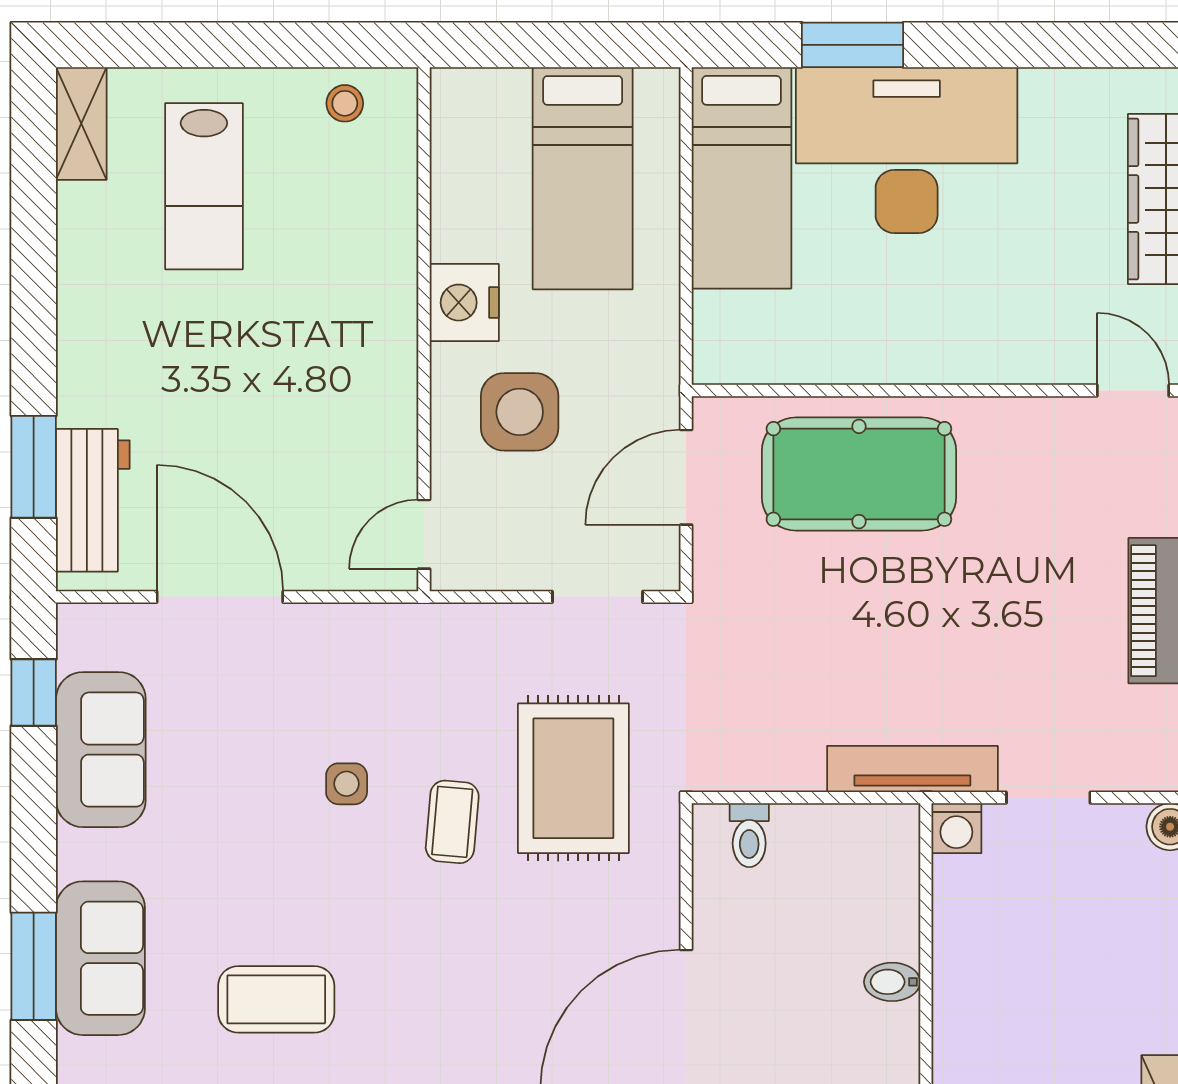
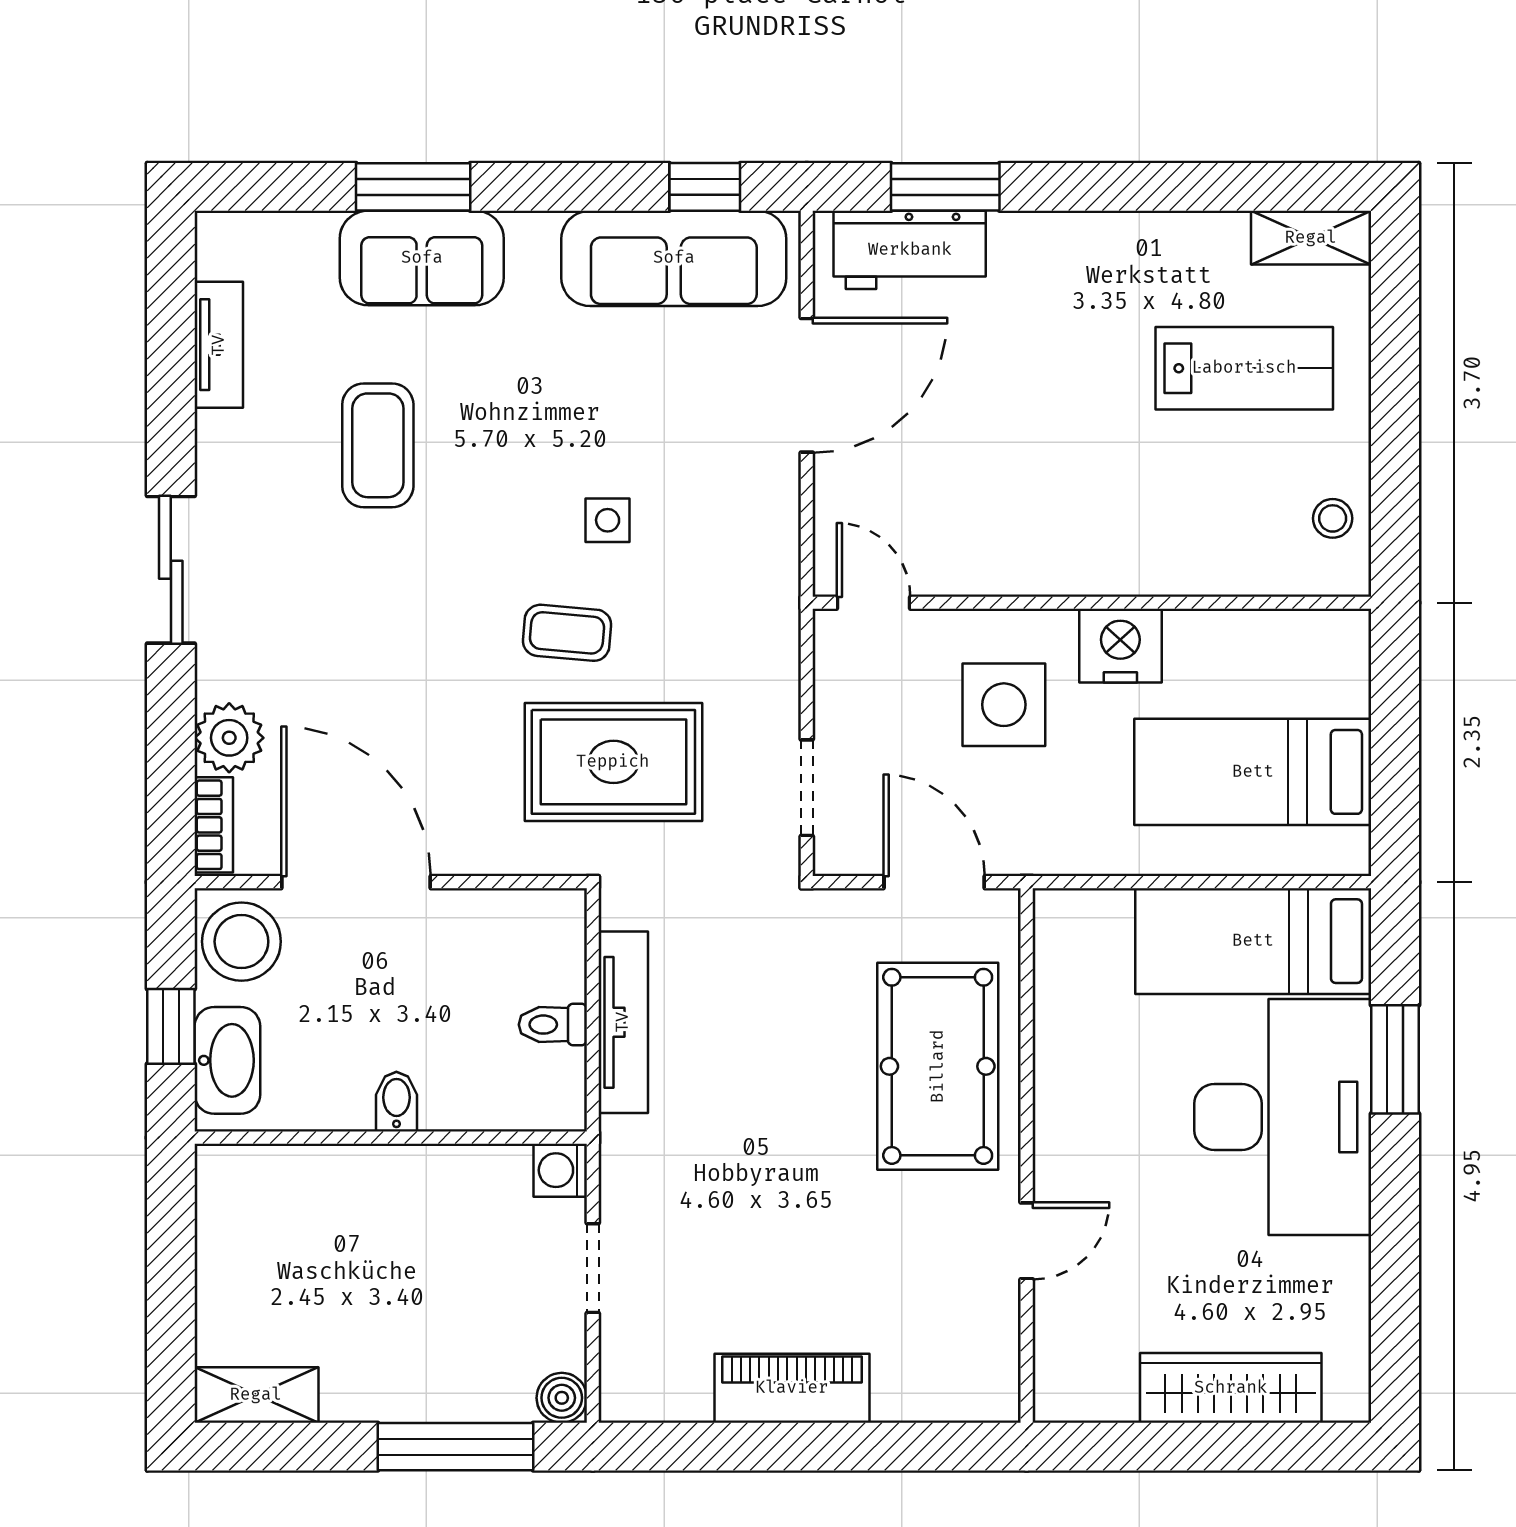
lab bench: (204, 186) -> (1244, 368), turned 180
door: (1133, 391) -> (1027, 1241), moved
sofa: (101, 750) -> (674, 258), width x1.36
tv unit: (912, 769) -> (623, 1022), moved
toilet: (749, 835) -> (553, 1025), moved

